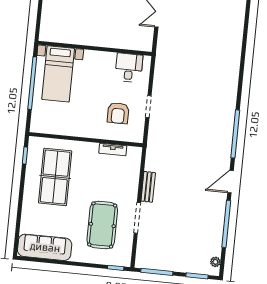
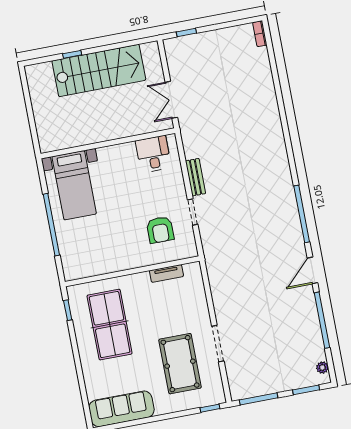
wall: (95, 48) -> (108, 143), moved
desk: (129, 68) -> (153, 154), moved
bed with nightstands: (58, 74) -> (74, 185), moved
bench: (148, 187) -> (196, 177), moved

